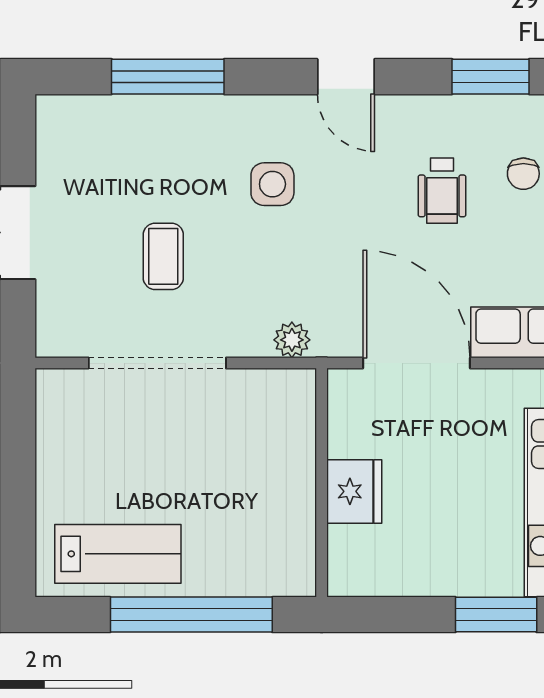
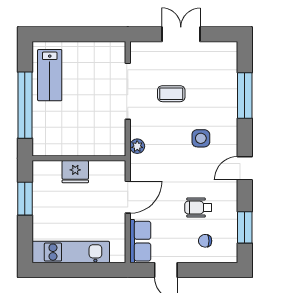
door: (417, 363) -> (128, 197), width x0.73
window: (496, 615) -> (25, 199), moved

